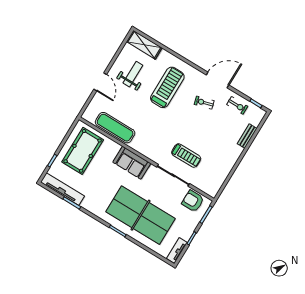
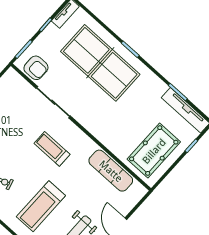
treadmill: (186, 156) -> (52, 149), moved
sofa: (132, 163) -> (99, 126), removed

